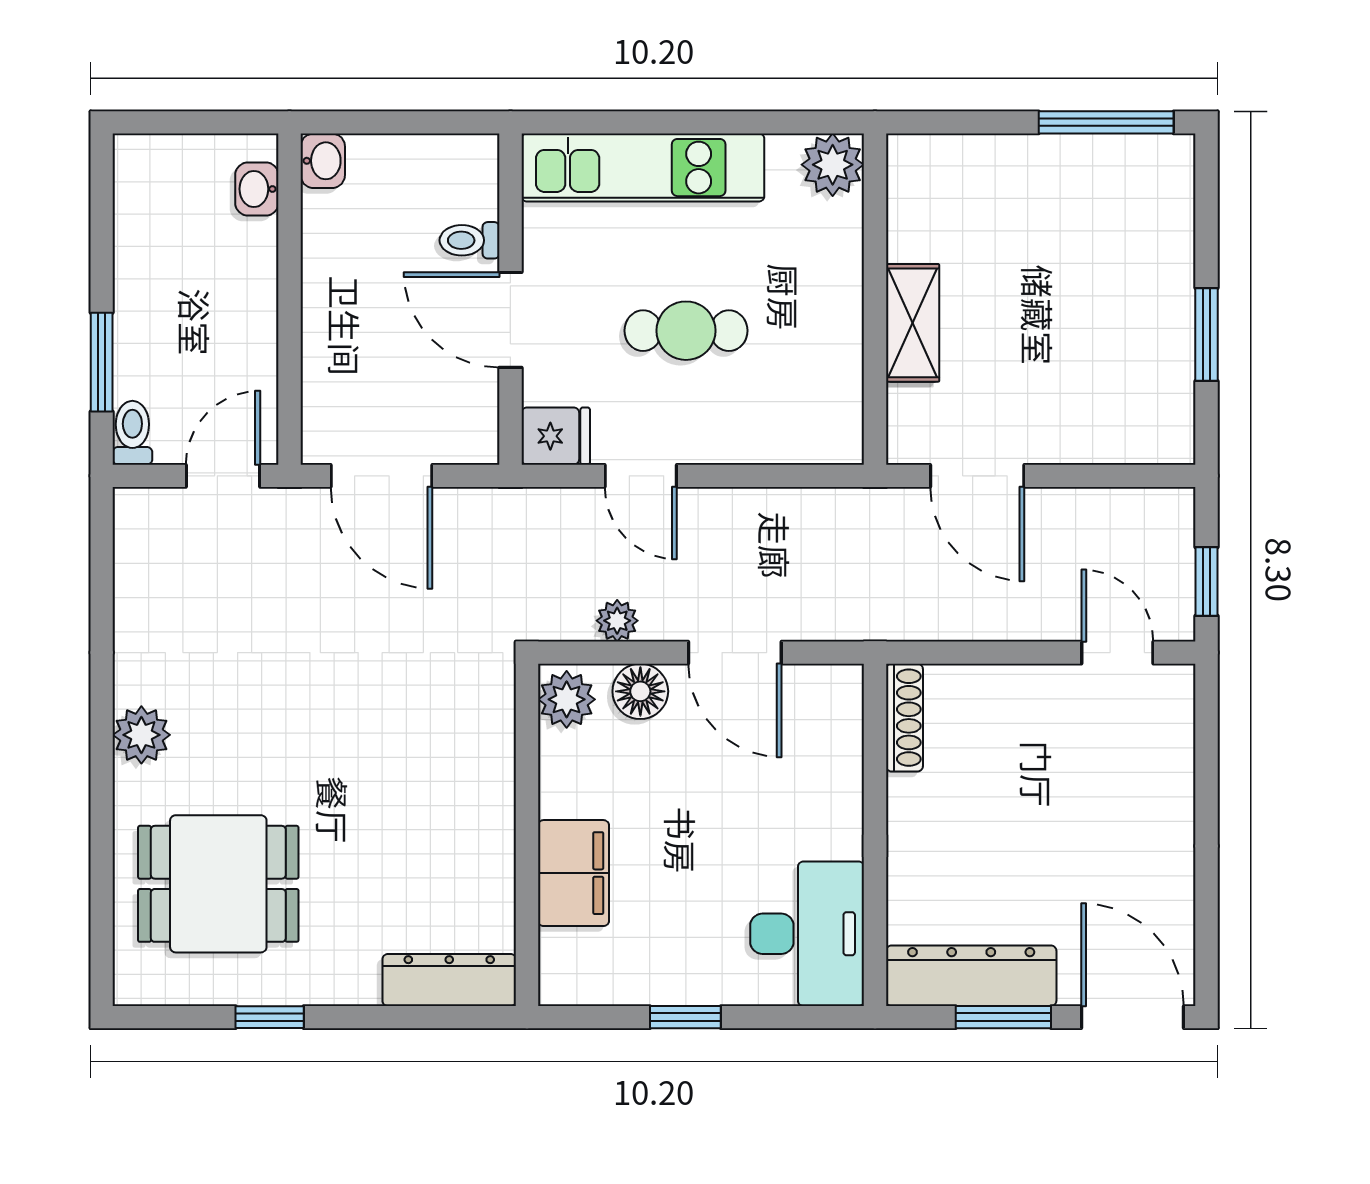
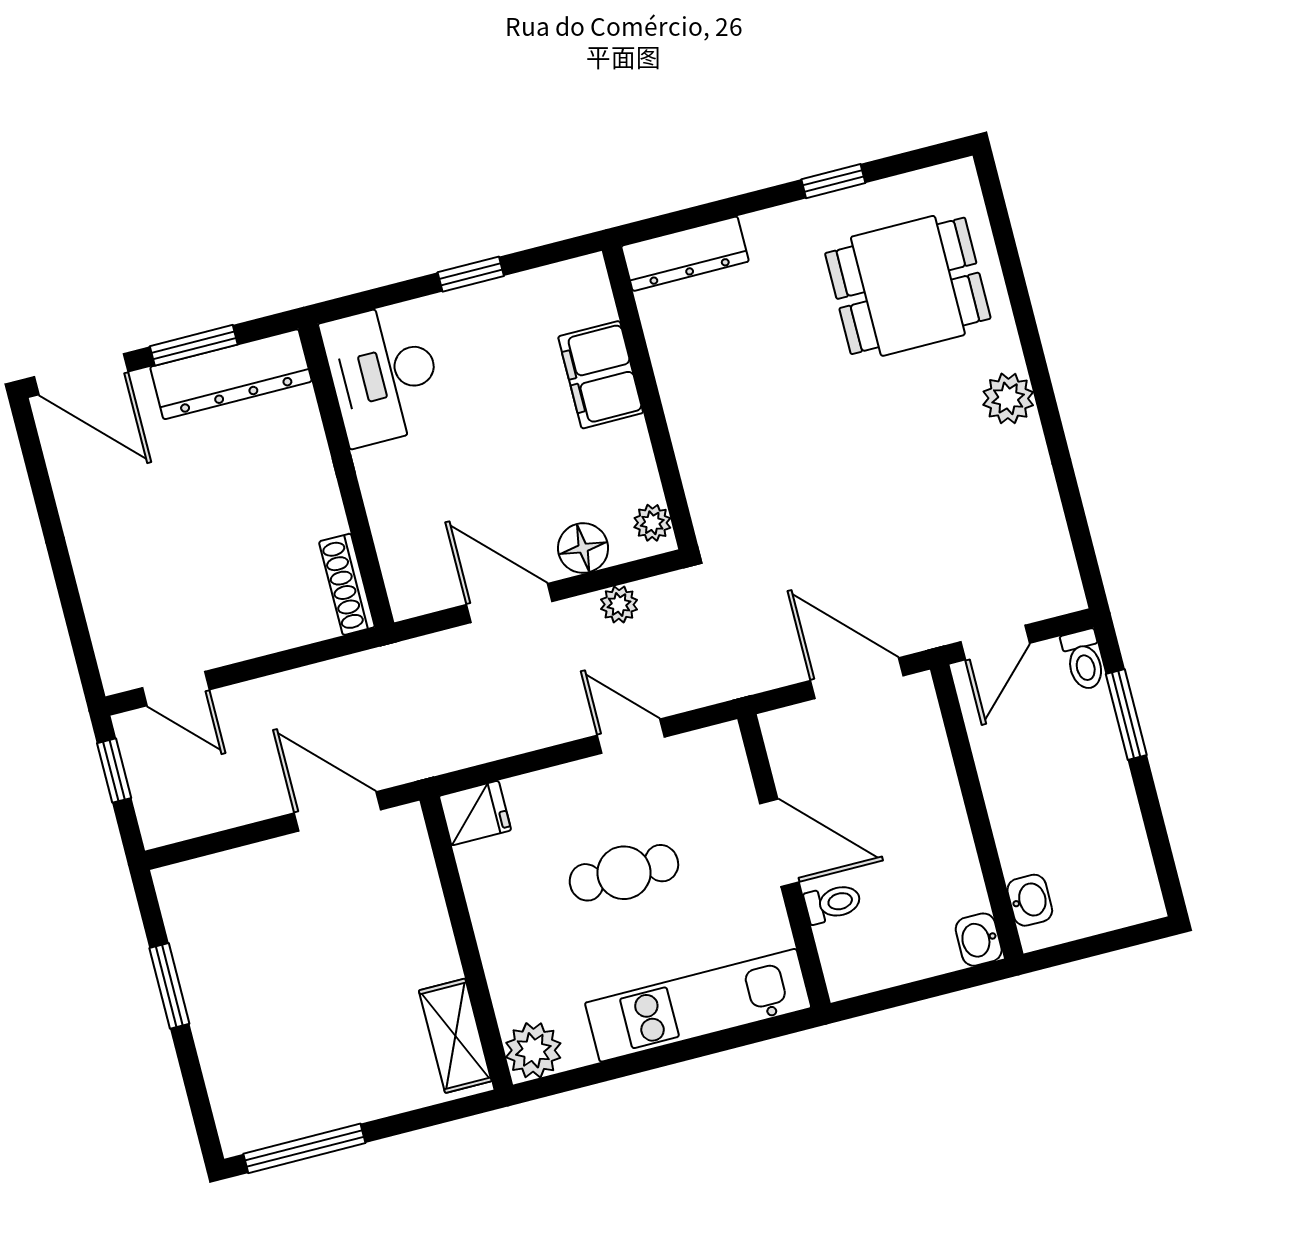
shelving: (913, 323) -> (455, 1036), moved
fridge: (556, 436) -> (475, 813), moved, turned 180
plant: (567, 699) -> (652, 523), width x0.73, depth x0.73

